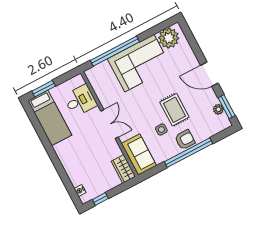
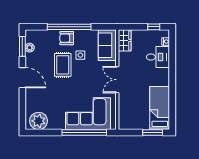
corner sofa: (139, 63) -> (88, 114), moved
desk: (80, 101) -> (158, 57), moved, turned 180

